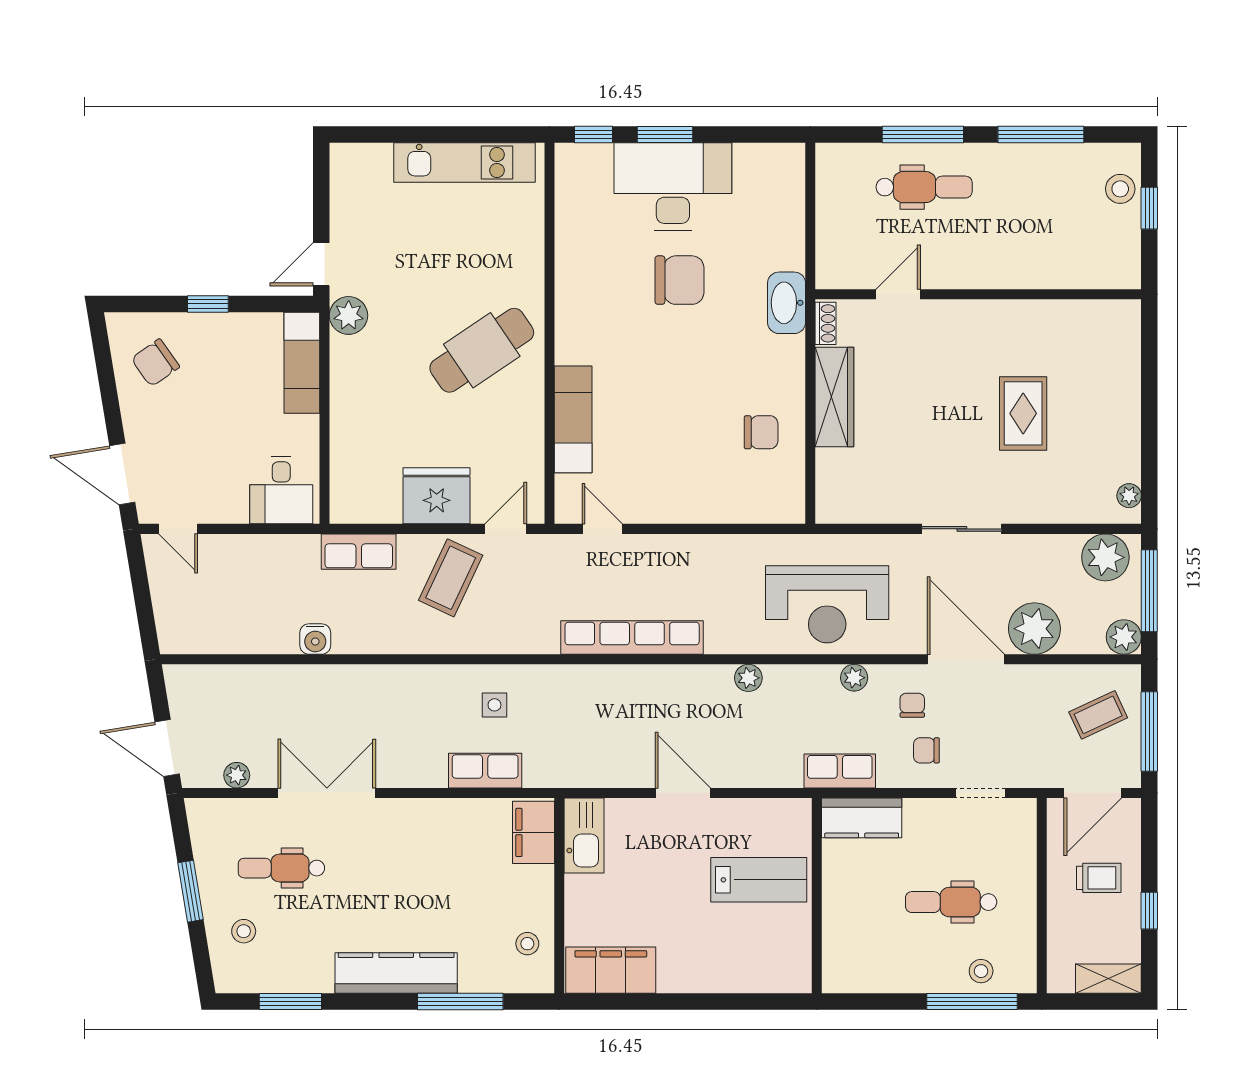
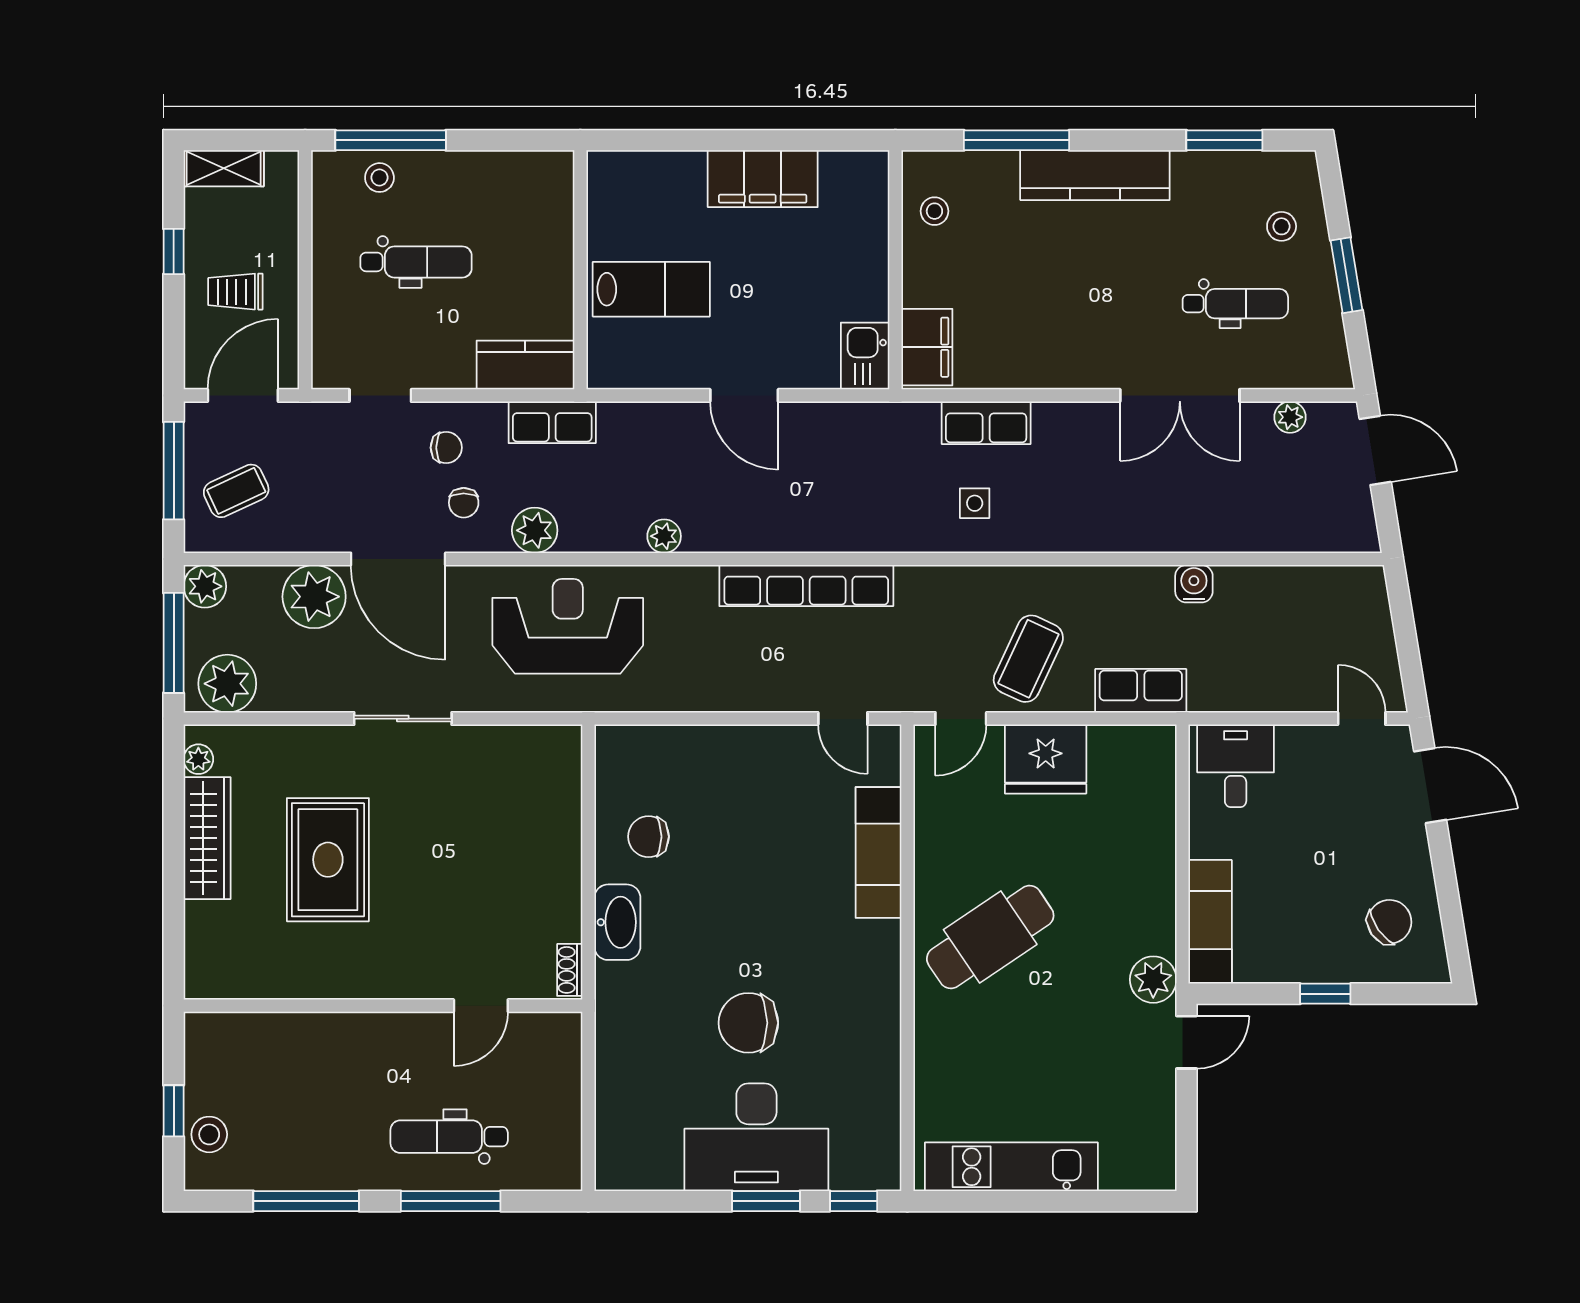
washbasin: (787, 303) -> (617, 922), moved
wardrobe: (834, 397) -> (207, 838), moved, turned 180
rug: (1023, 413) -> (328, 860), width x1.36, depth x1.43
plant: (854, 678) -> (535, 530), width x1.38, depth x1.38
kitchen sink: (584, 835) -> (865, 356), width x0.73
lab bench: (759, 880) -> (651, 289), turned 180
filing cabinet: (611, 970) -> (763, 179), moved

